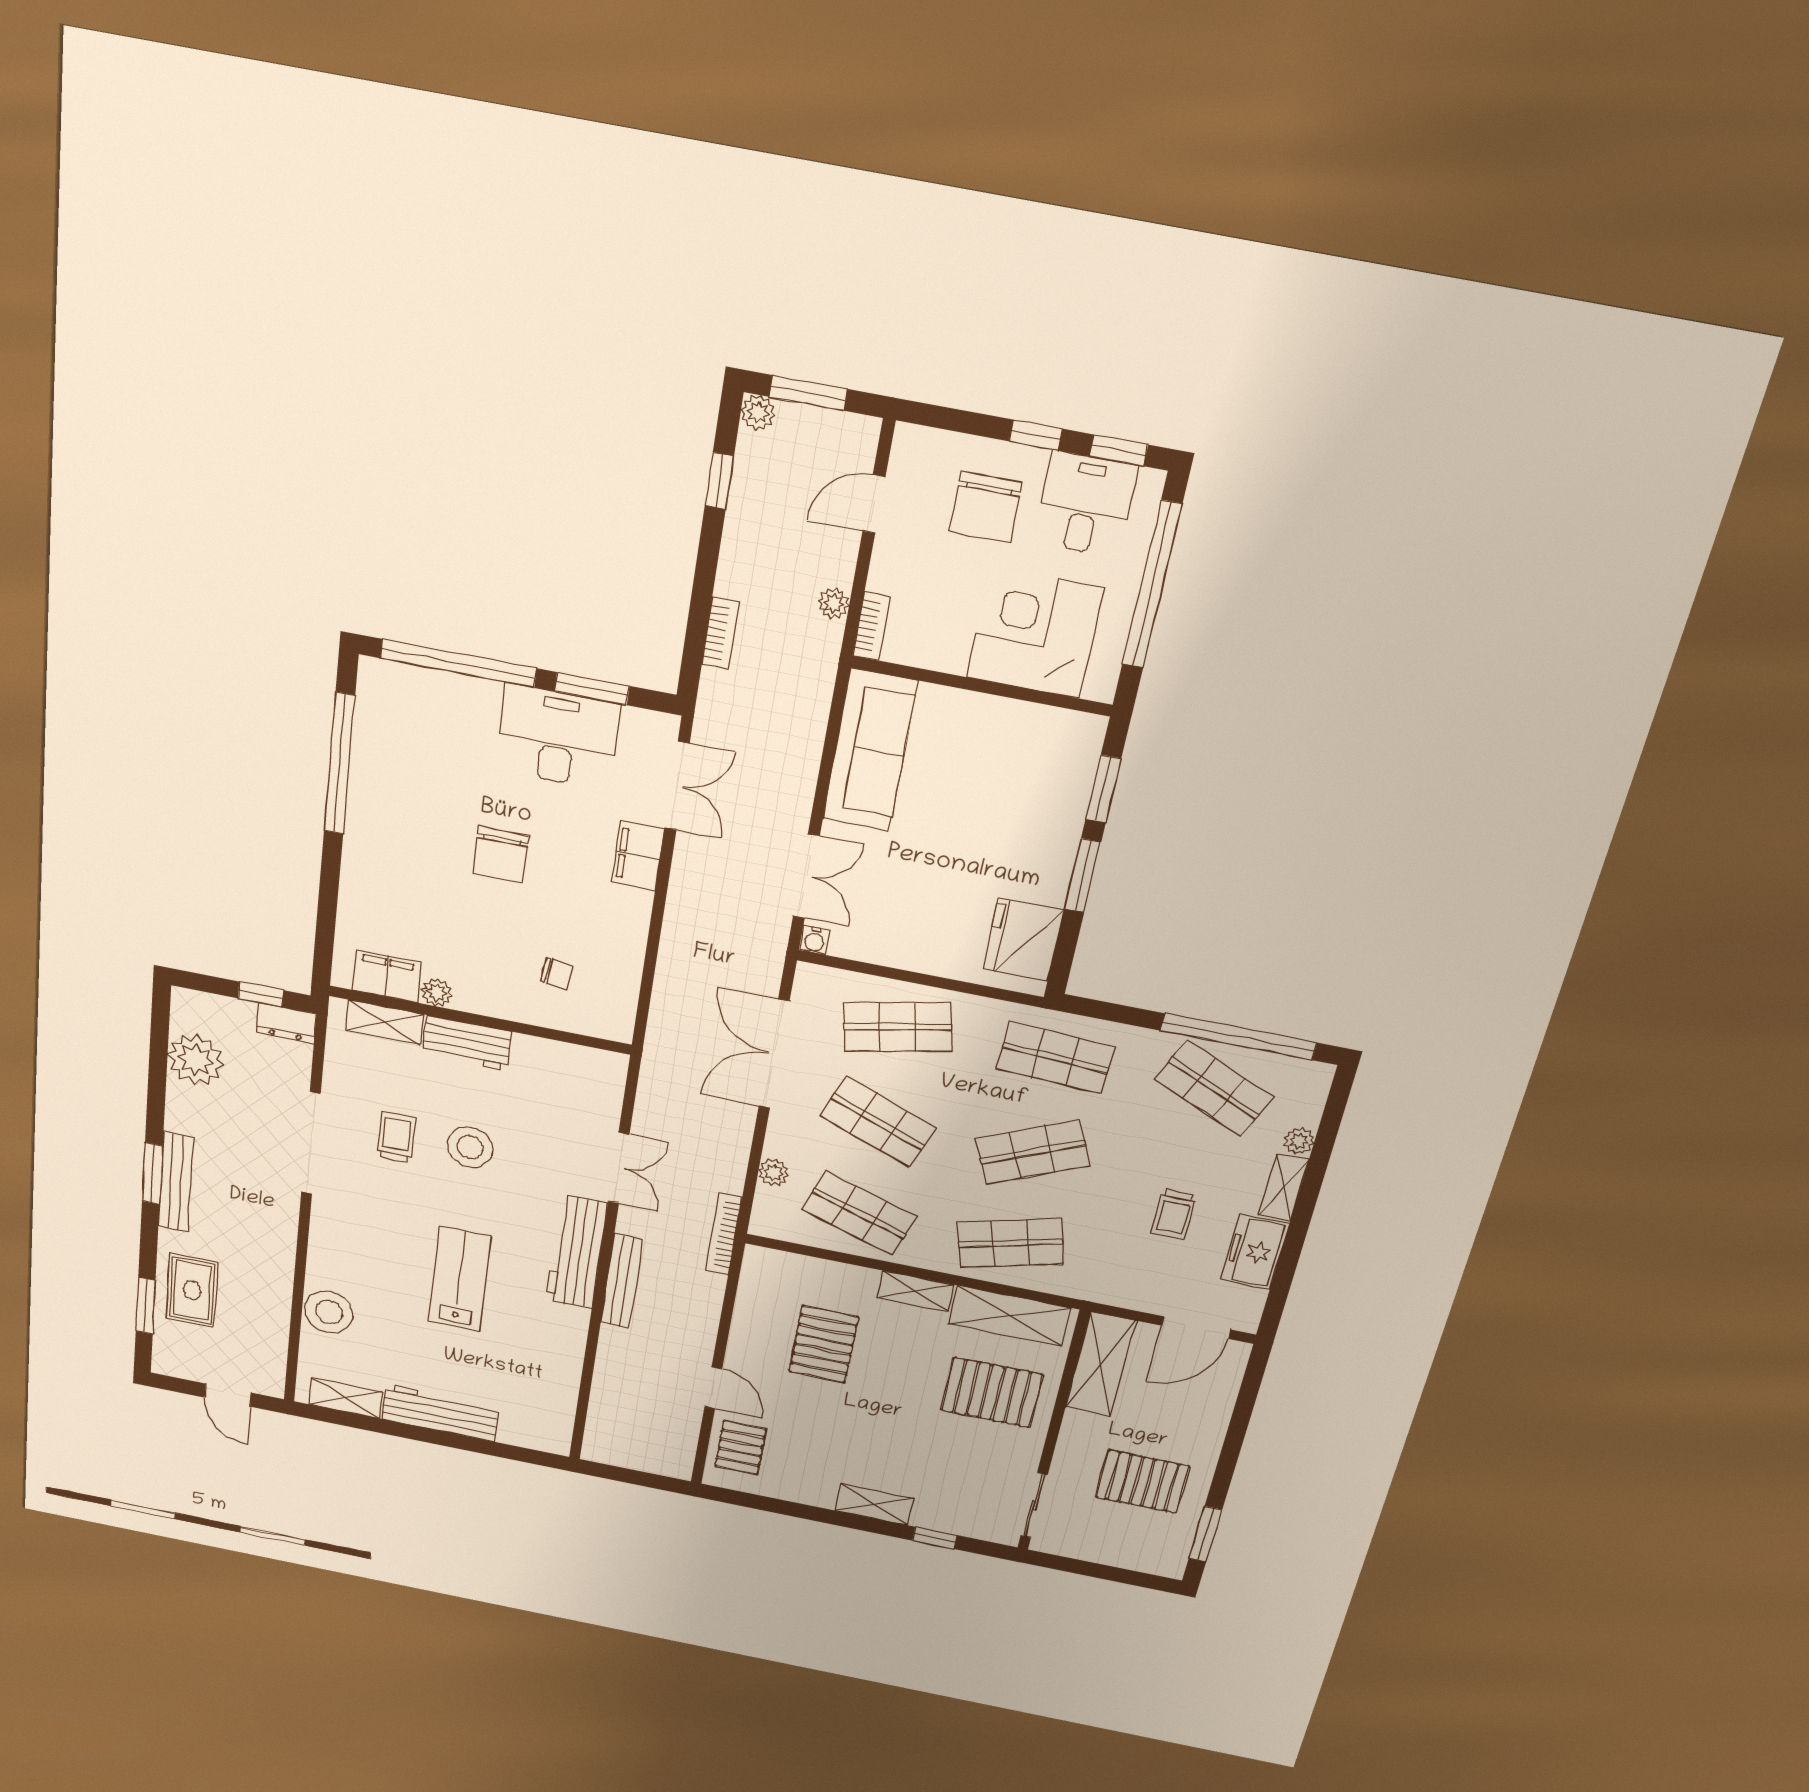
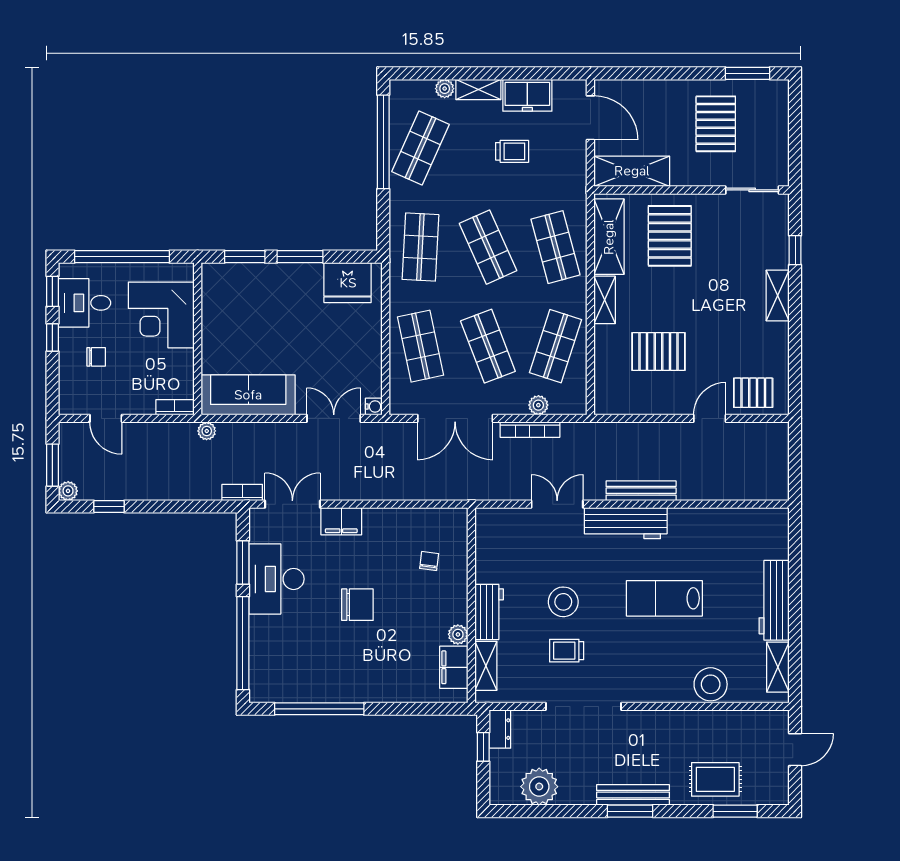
chair: (985, 507) -> (96, 357), width x0.54, depth x0.54
plant: (834, 603) -> (207, 431), moved
bookcase: (721, 633) -> (242, 492), moved
shop shelf: (878, 1122) -> (488, 346), turned -42
bookcase: (724, 1234) -> (530, 430), moved

